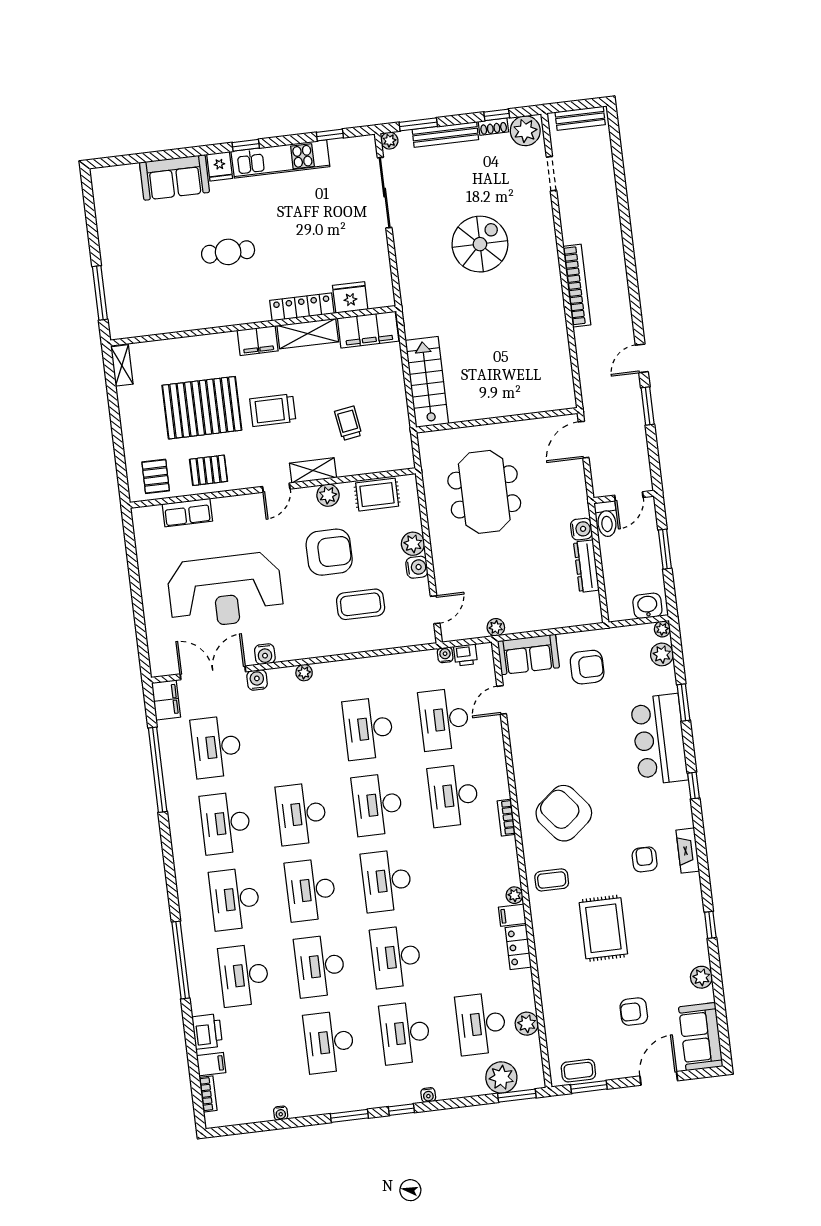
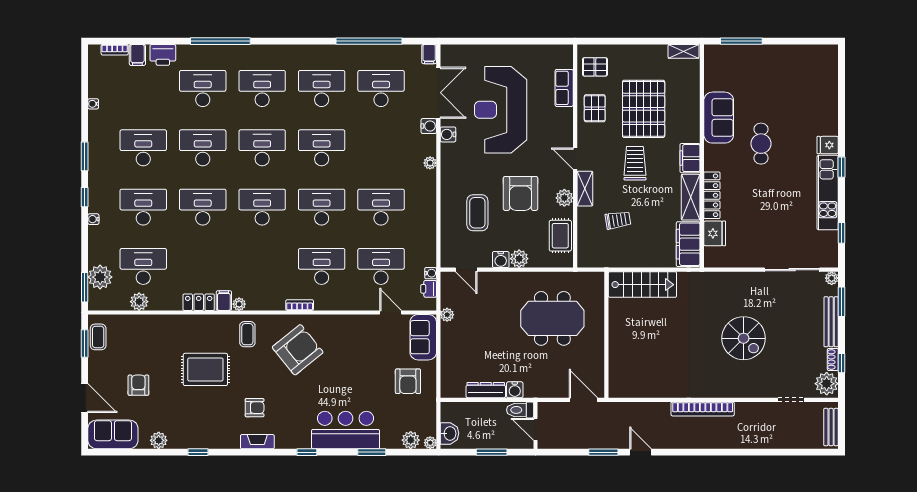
sofa: (174, 177) -> (719, 118), moved, turned 180
filing cabinet: (166, 700) -> (429, 54), width x0.50

